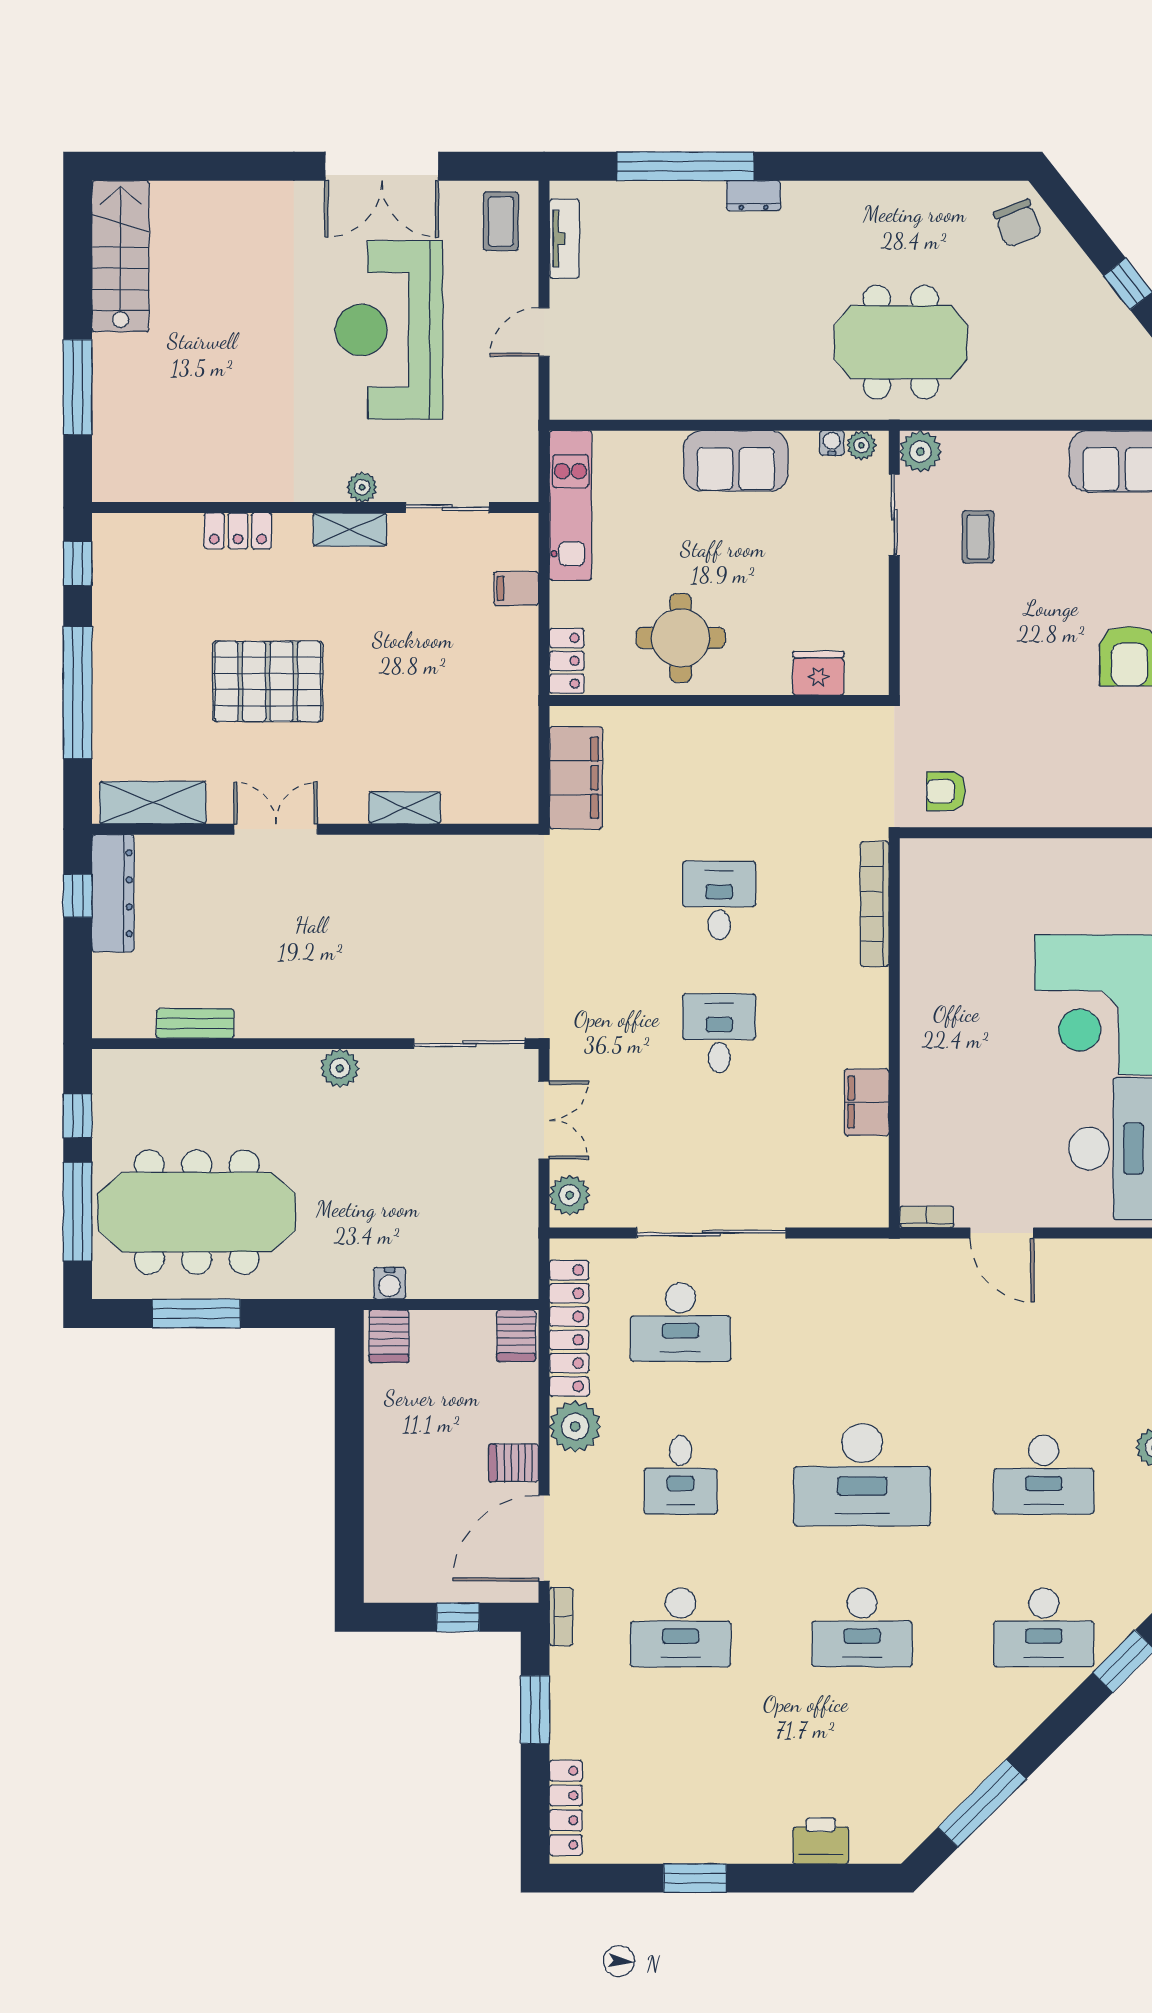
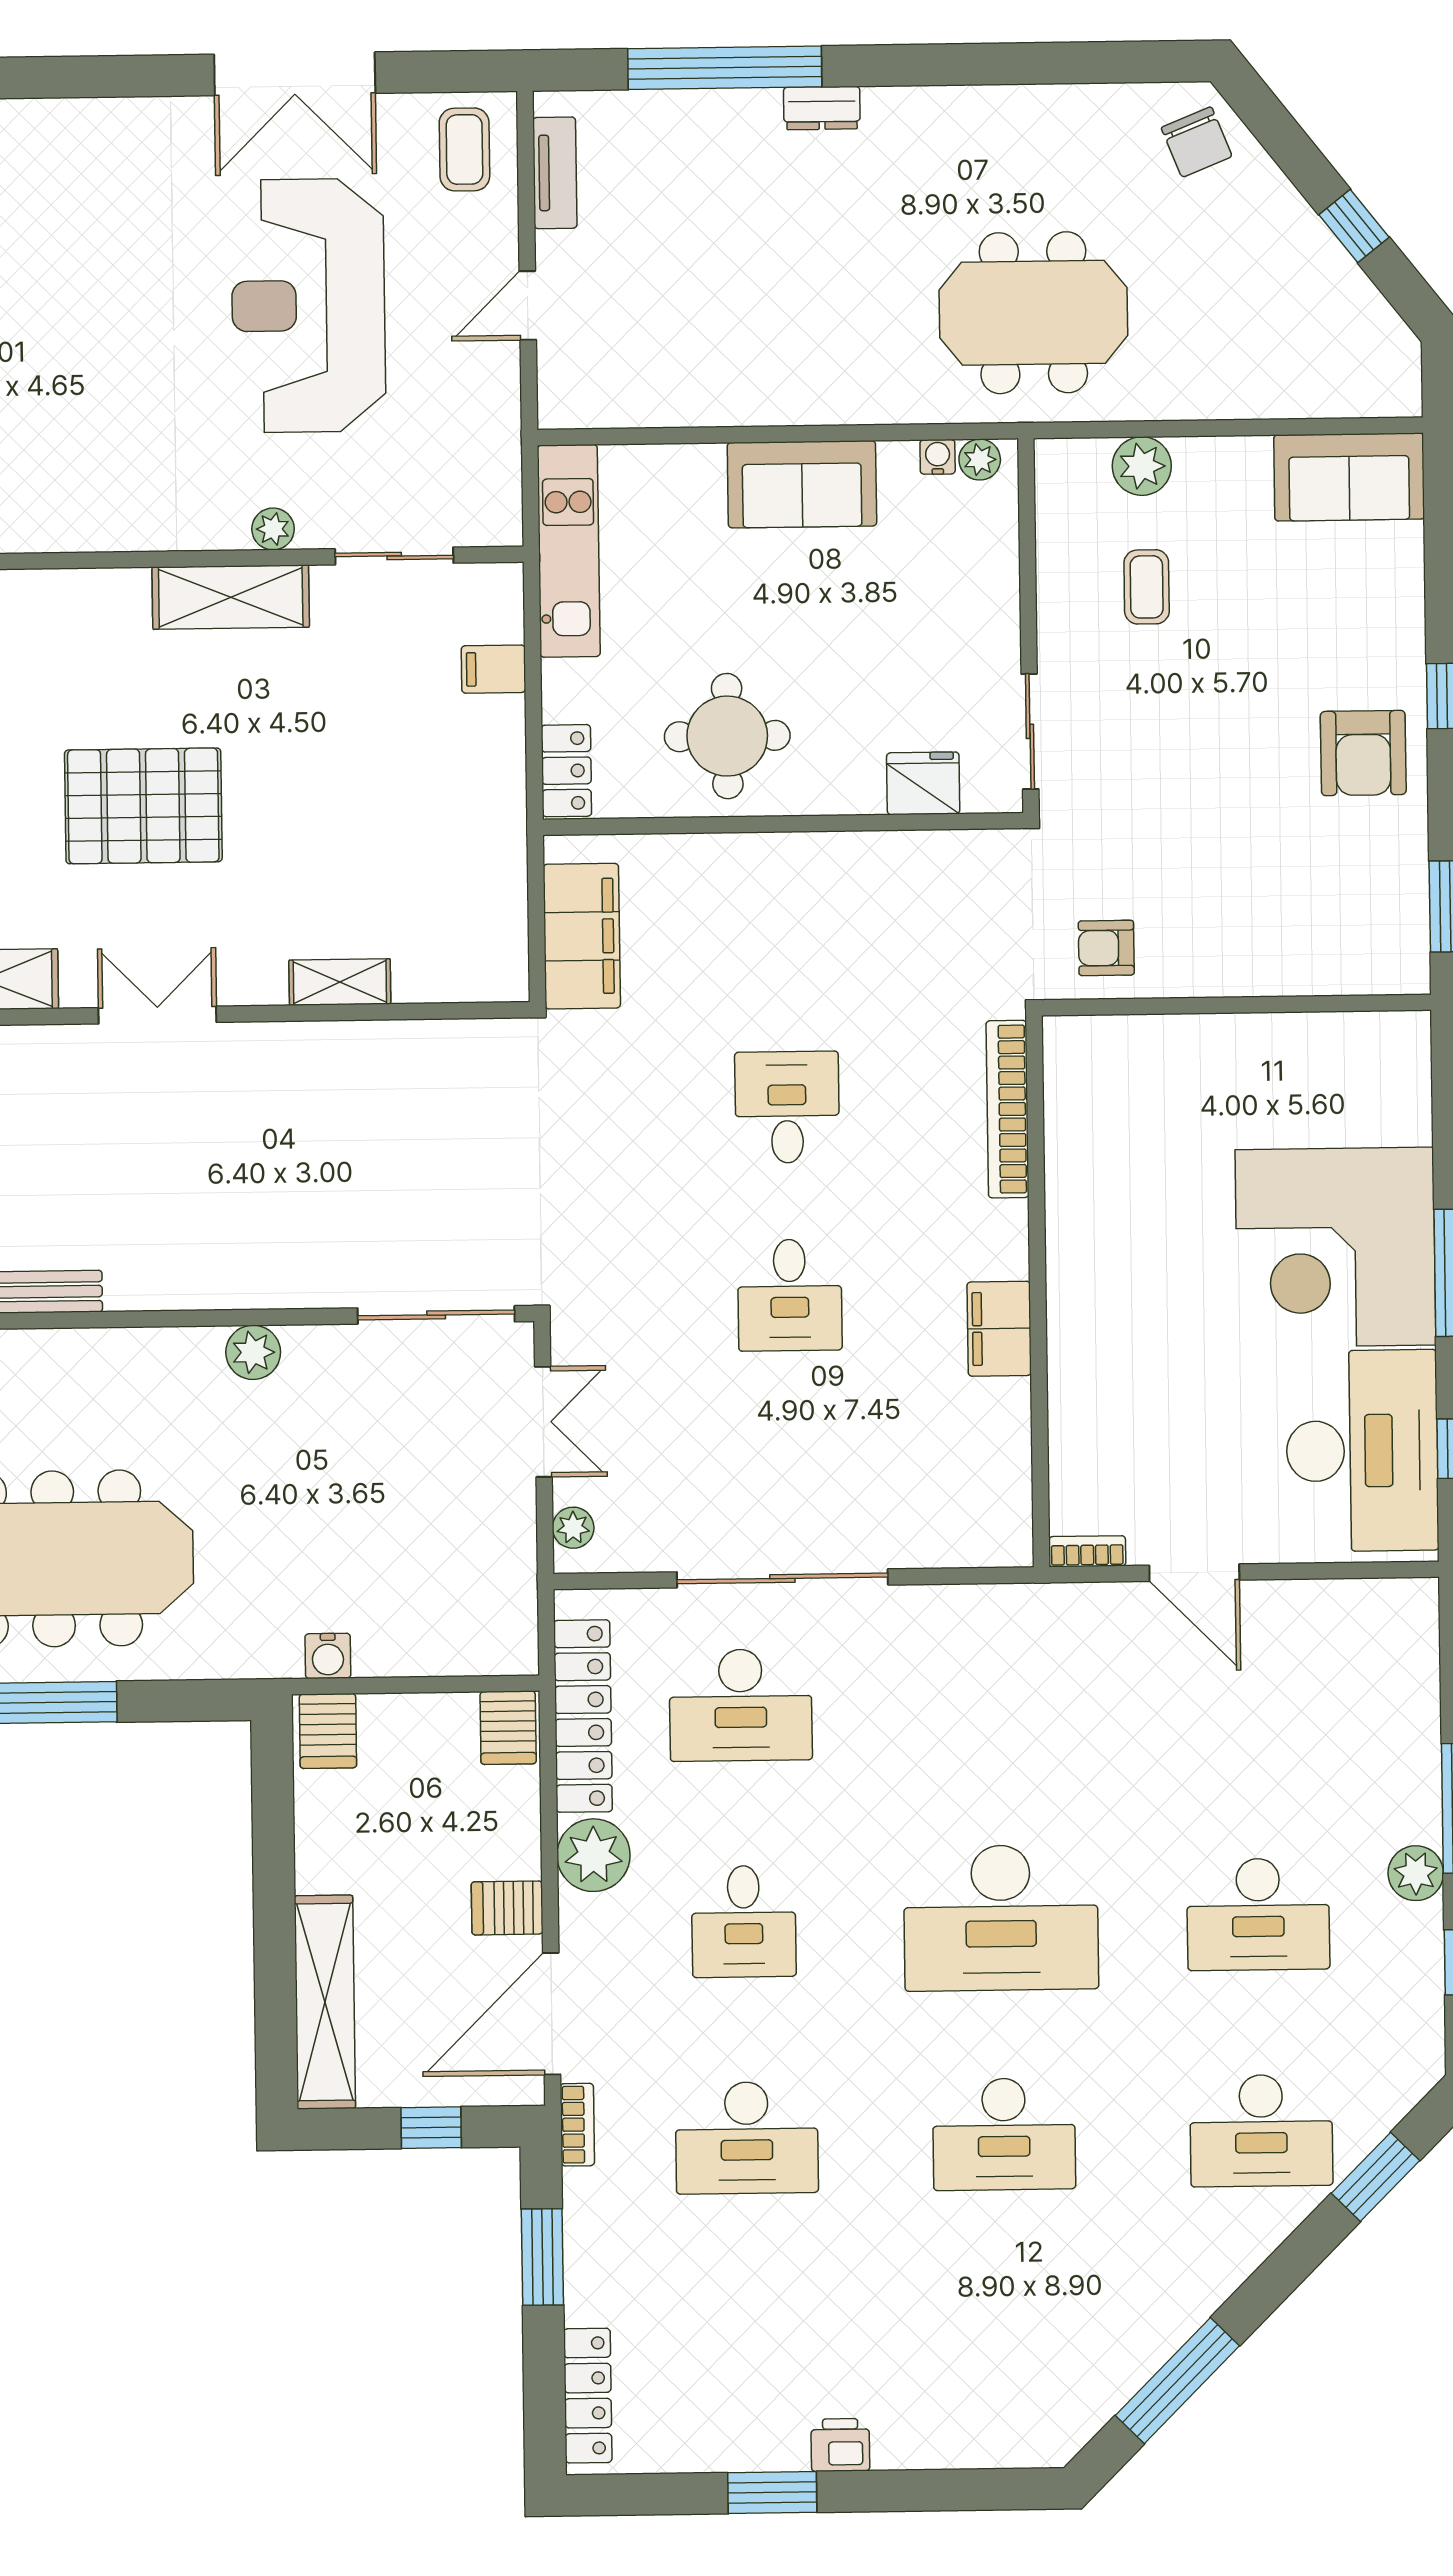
plant: (920, 451) -> (1142, 466), moved
sliding door: (894, 515) -> (1030, 731), moved
shelving: (350, 529) -> (231, 597), width x1.50, depth x1.33
locker: (238, 531) -> (98, 593), removed
desk: (719, 1033) -> (790, 1295), turned 180
filing cabinet: (867, 1102) -> (999, 1329), moved
plant: (569, 1195) -> (573, 1528), width x0.73, depth x0.73
shelving: (384, 1528) -> (325, 2002), added
printer: (821, 1841) -> (840, 2445), moved, width x0.73, depth x0.81

